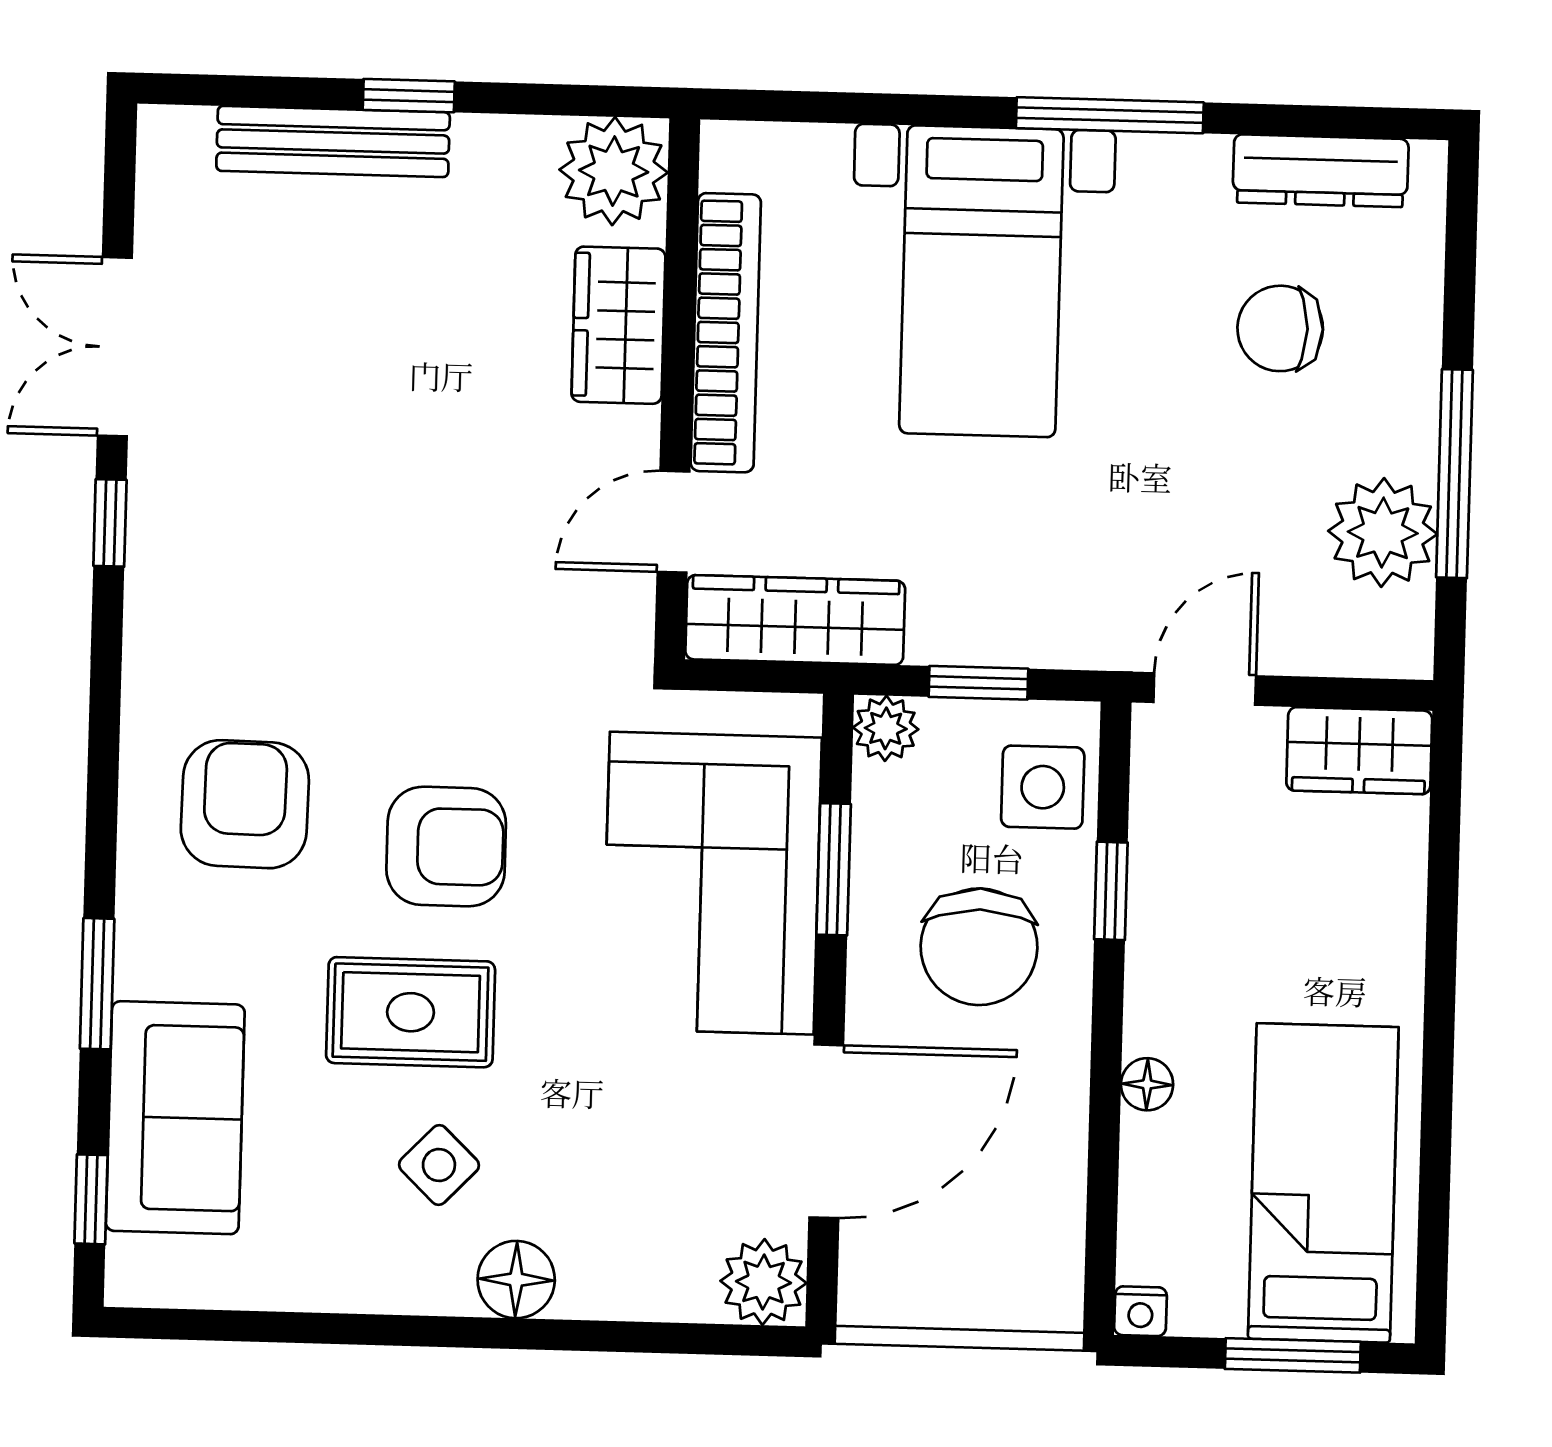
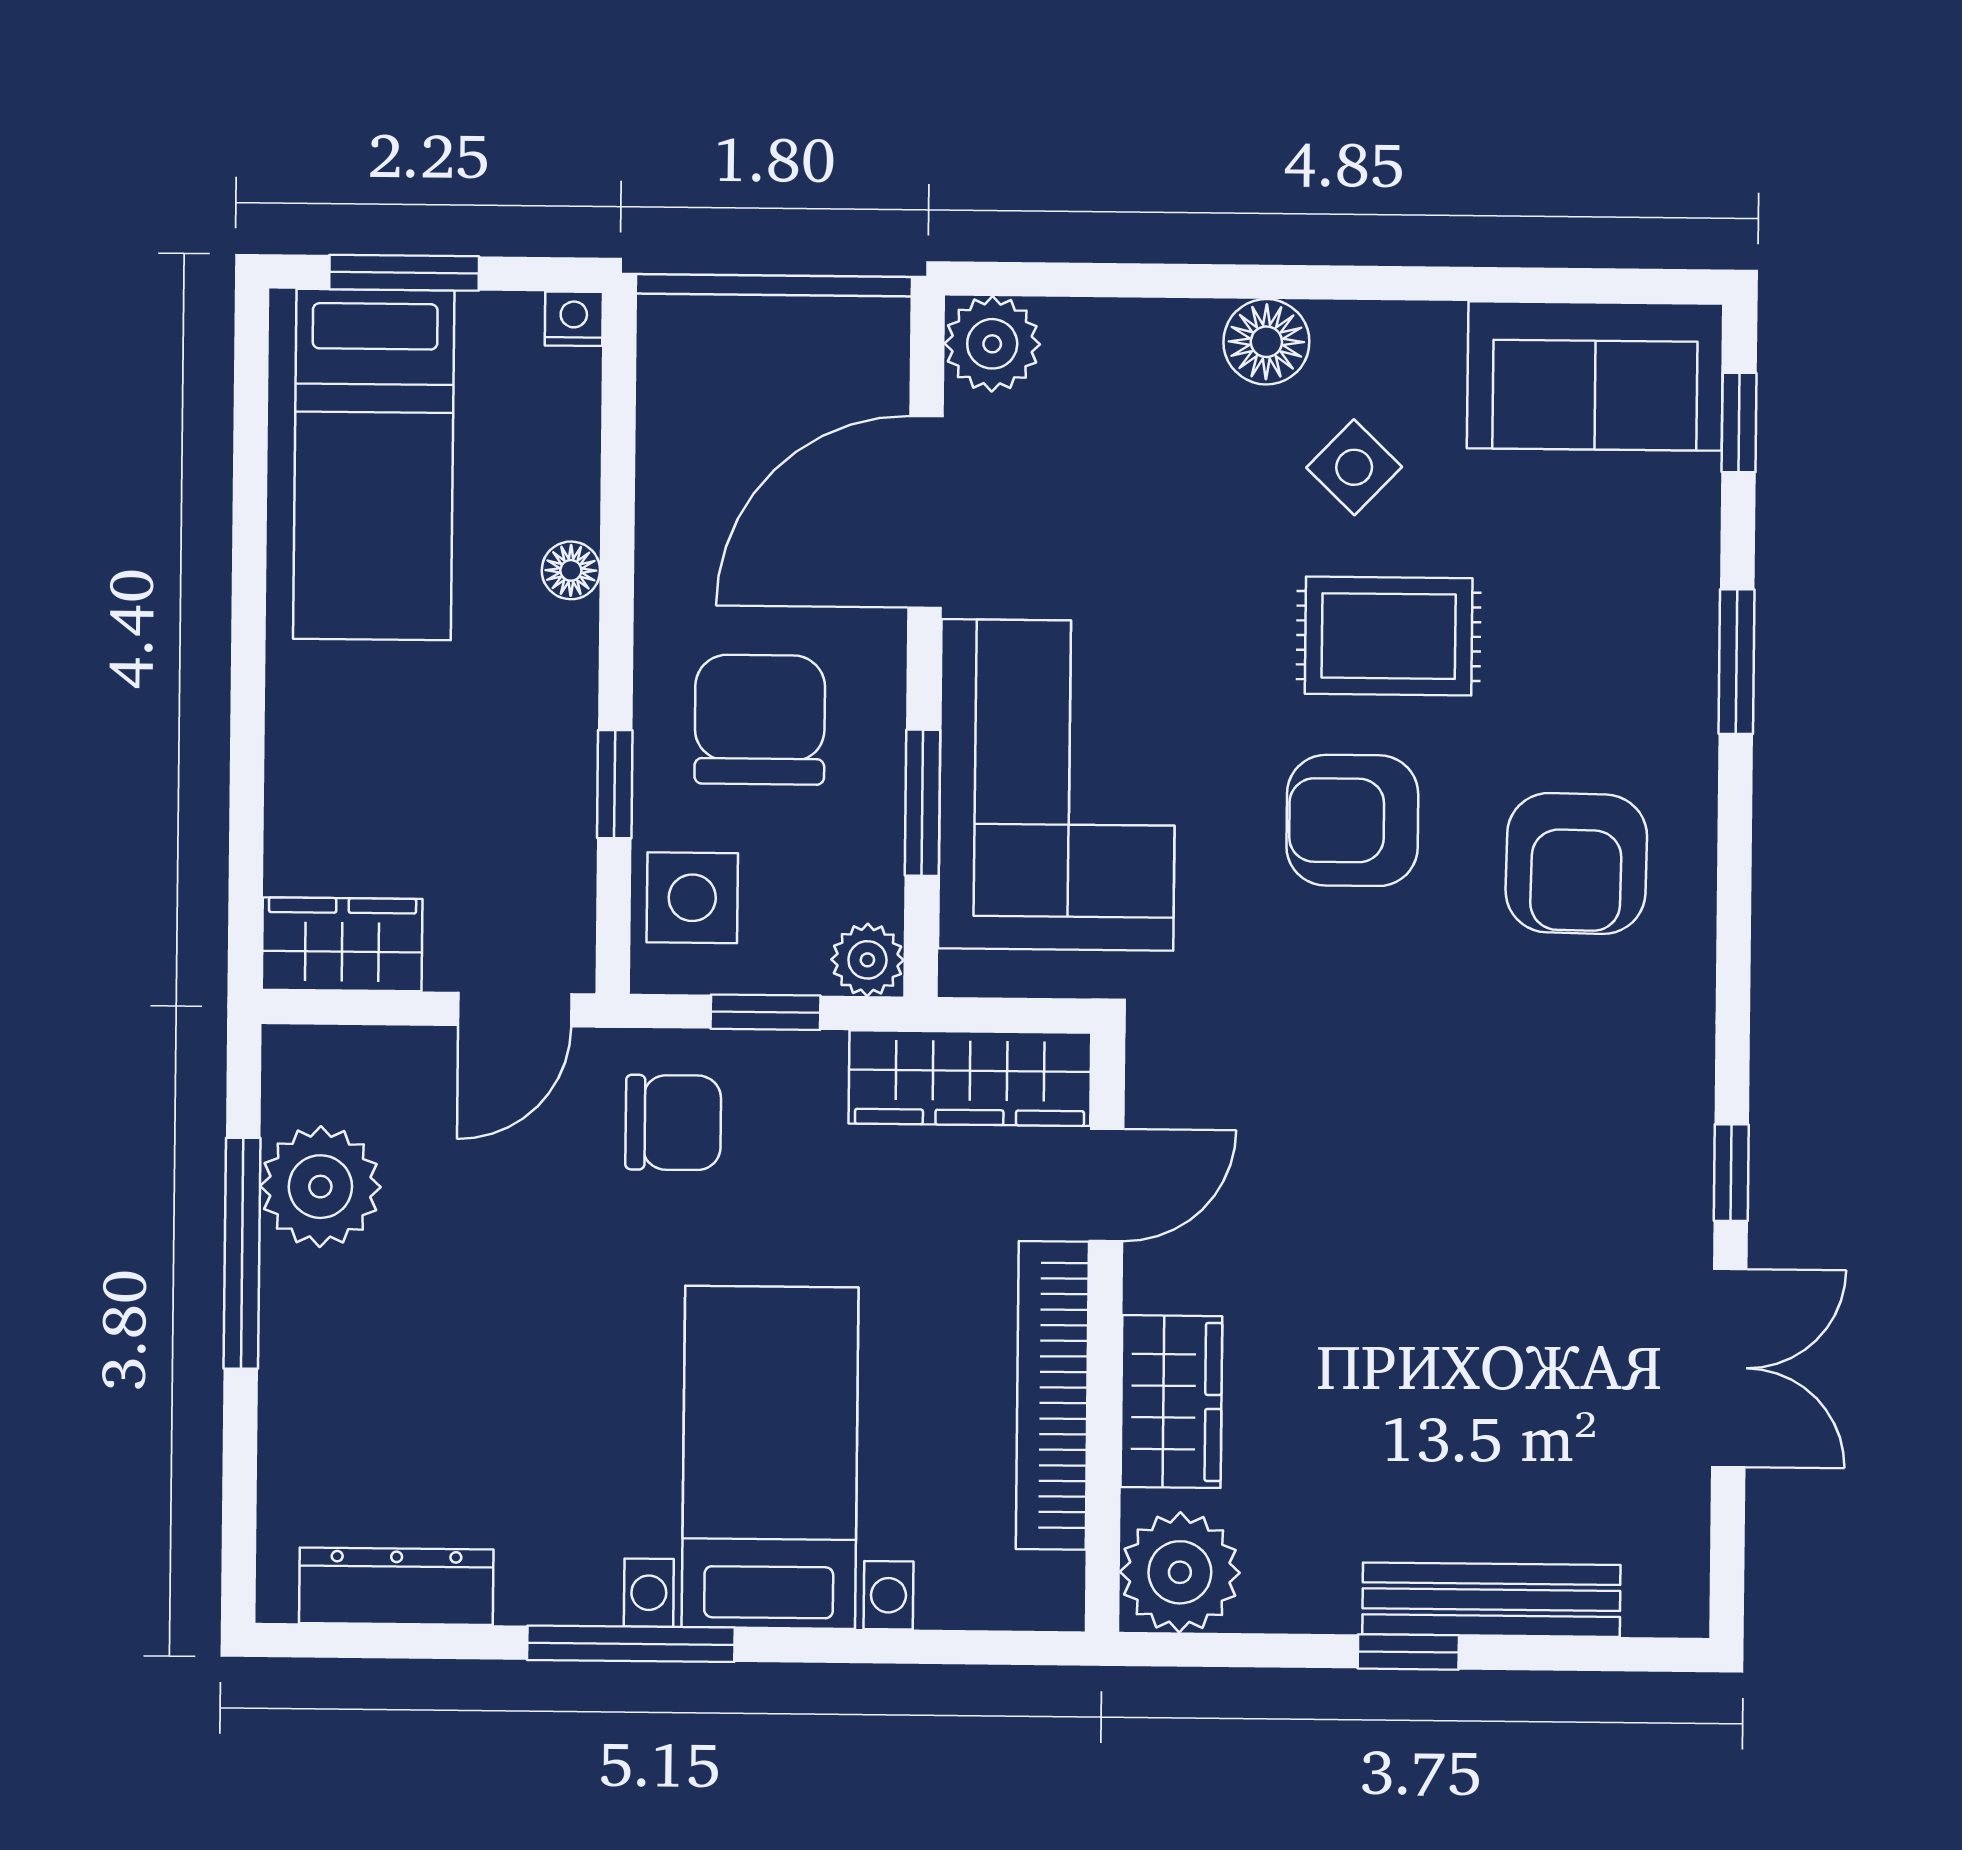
chair: (1280, 328) -> (673, 1123), moved
sofa: (175, 1118) -> (1595, 376), moved, turned -90

